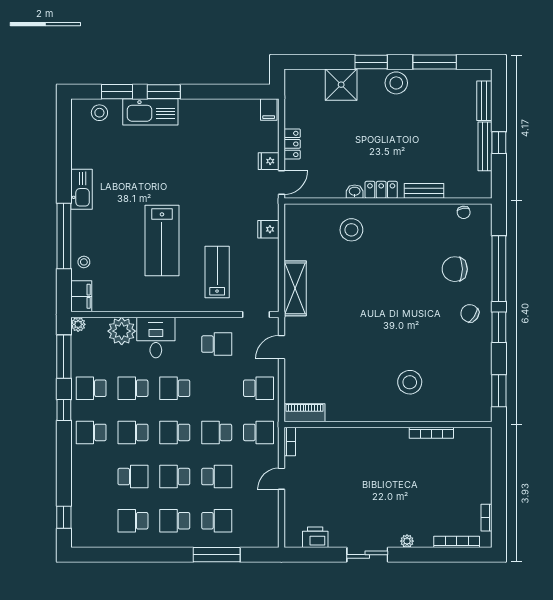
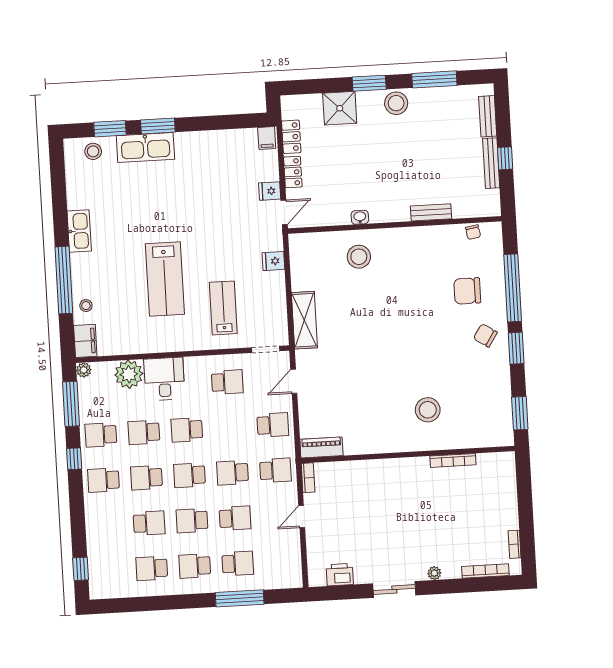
locker: (381, 190) -> (291, 137), moved, turned 90

